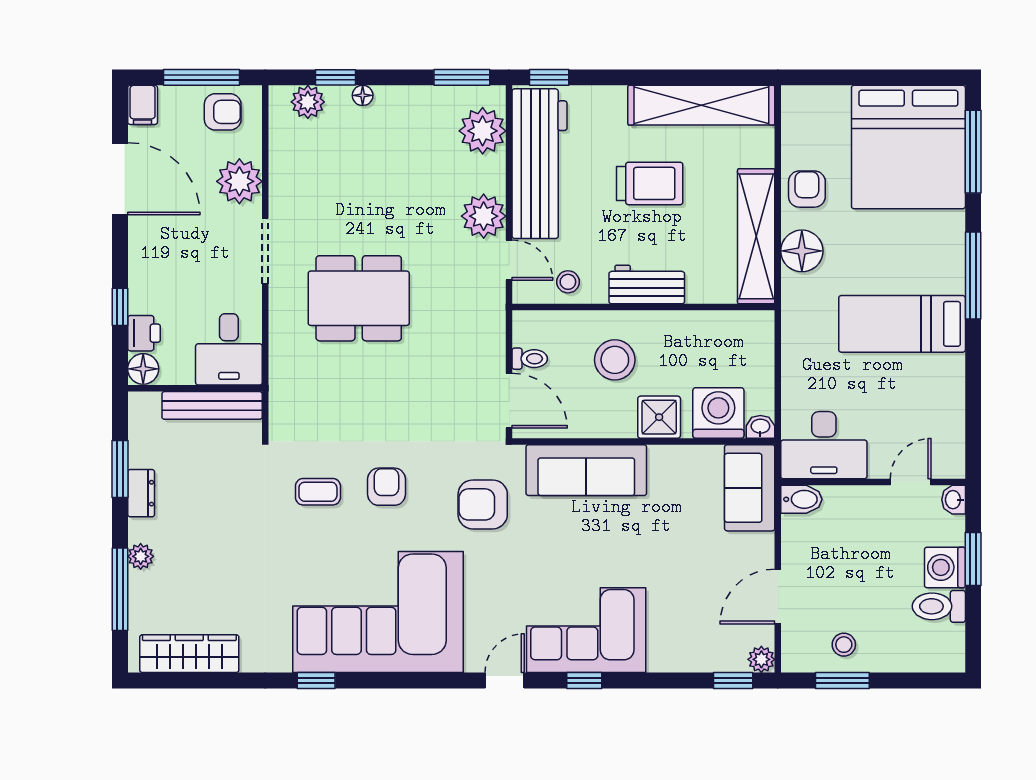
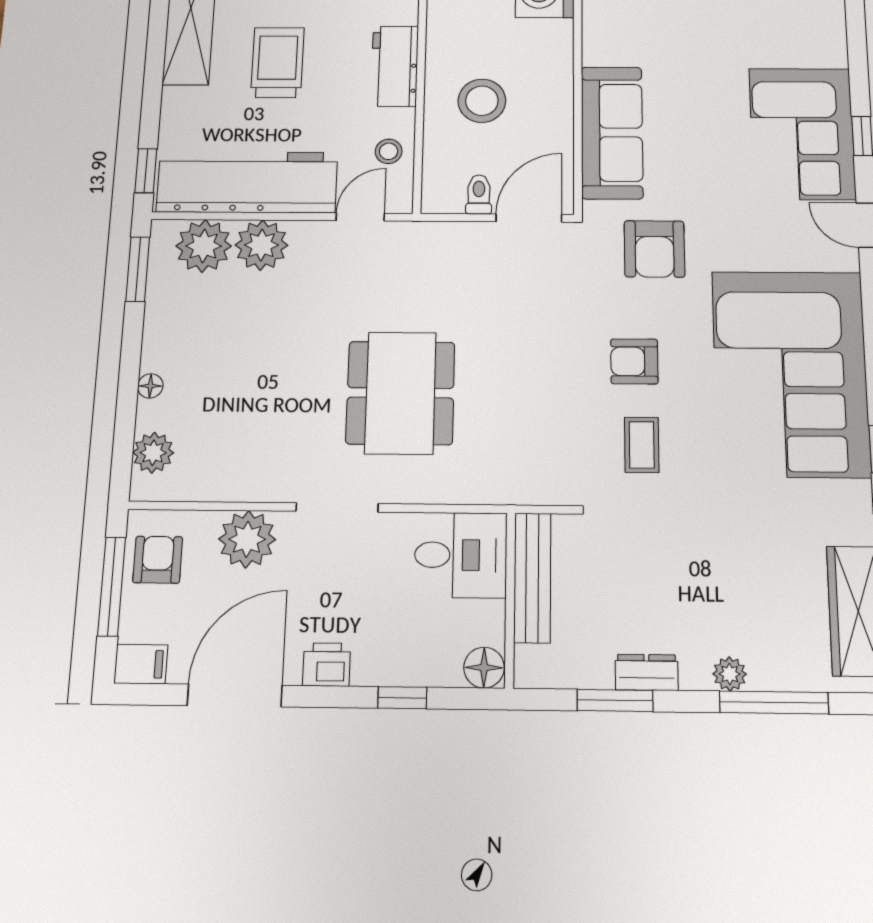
window: (336, 77) -> (125, 418), removed
plant: (484, 216) -> (262, 245), moved
printer: (144, 333) -> (327, 665), moved
shower: (659, 417) -> (549, 54), removed

